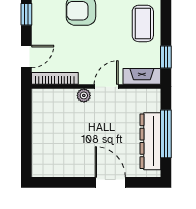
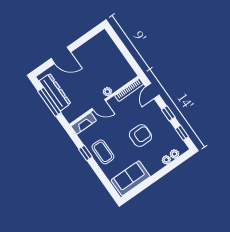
window: (166, 57) -> (85, 153), moved
door: (106, 87) -> (99, 105), hinge flipped

